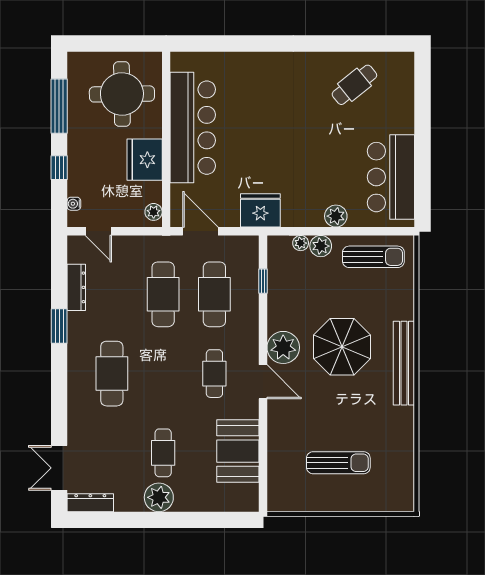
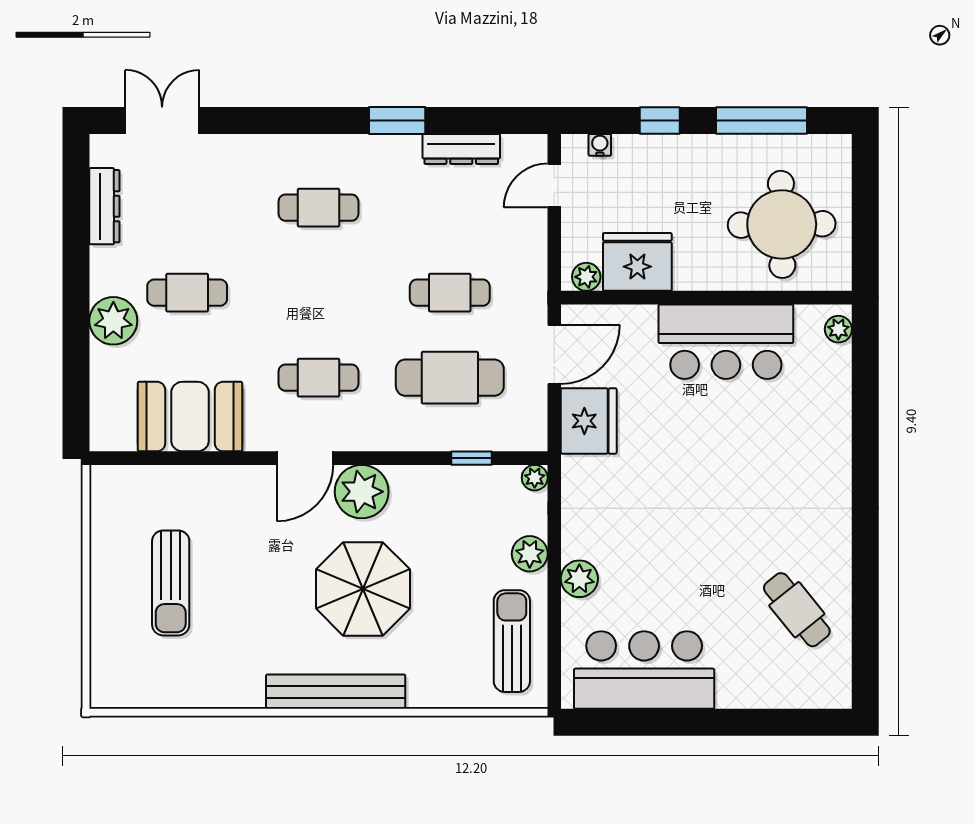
plant: (185, 60) -> (838, 329), added
bar counter: (193, 128) -> (726, 342), width x0.73
fridge: (145, 160) -> (637, 262), moved
fridge: (260, 210) -> (589, 421), moved
plant: (301, 243) -> (535, 478), moved
sun lounger: (373, 257) -> (512, 641), turned 180
cafe table: (163, 294) -> (450, 293), width x0.73, depth x0.74
cafe table: (112, 374) -> (318, 208), width x0.73, depth x0.74
plant: (159, 497) -> (113, 321), moved
dresser: (90, 503) -> (104, 206), moved

